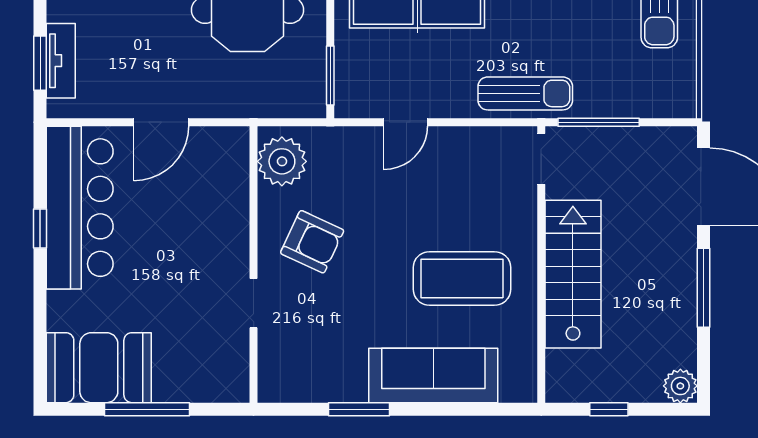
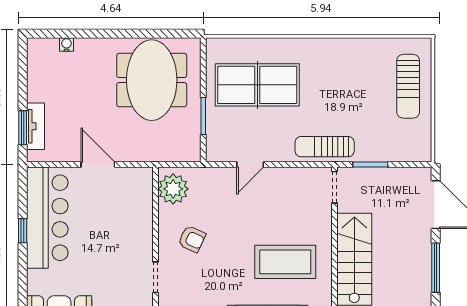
window: (330, 76) -> (203, 116), moved
sun lounger: (525, 93) -> (325, 147), turned 180
door: (161, 122) -> (98, 165), swing flipped
window: (599, 122) -> (370, 165), width x0.69
armchair: (312, 242) -> (192, 239), width x0.72, depth x0.72

